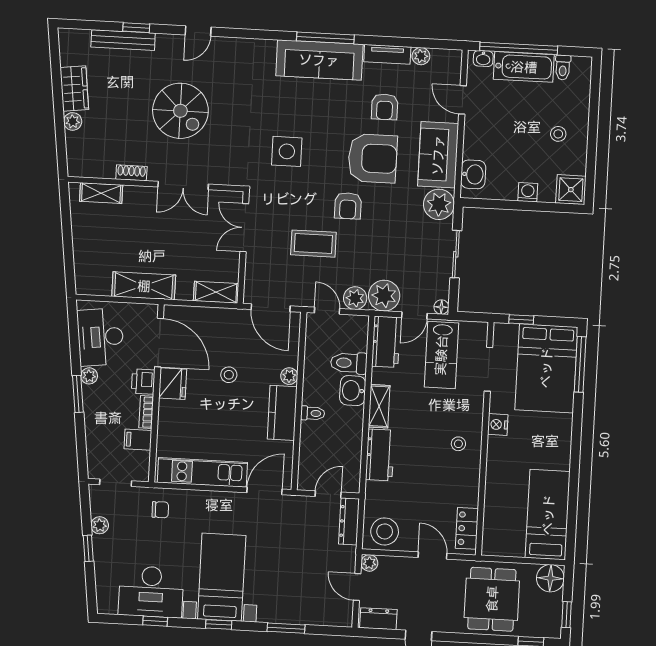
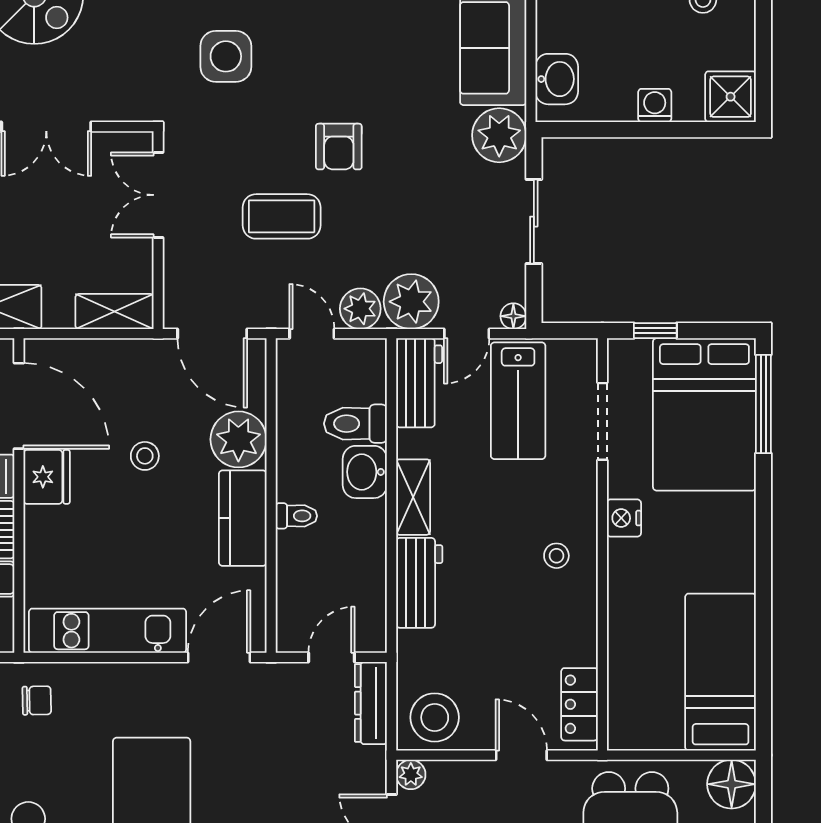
armchair: (373, 158) -> (378, 60), removed
plant: (289, 376) -> (238, 439), width x1.88, depth x1.88

